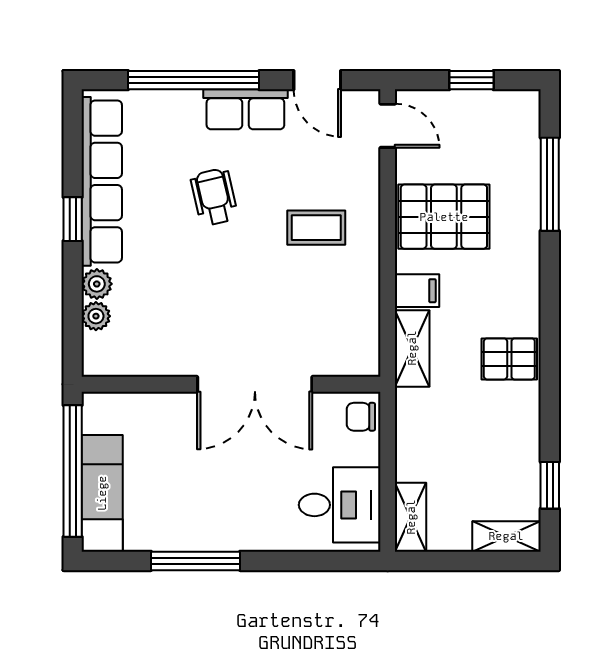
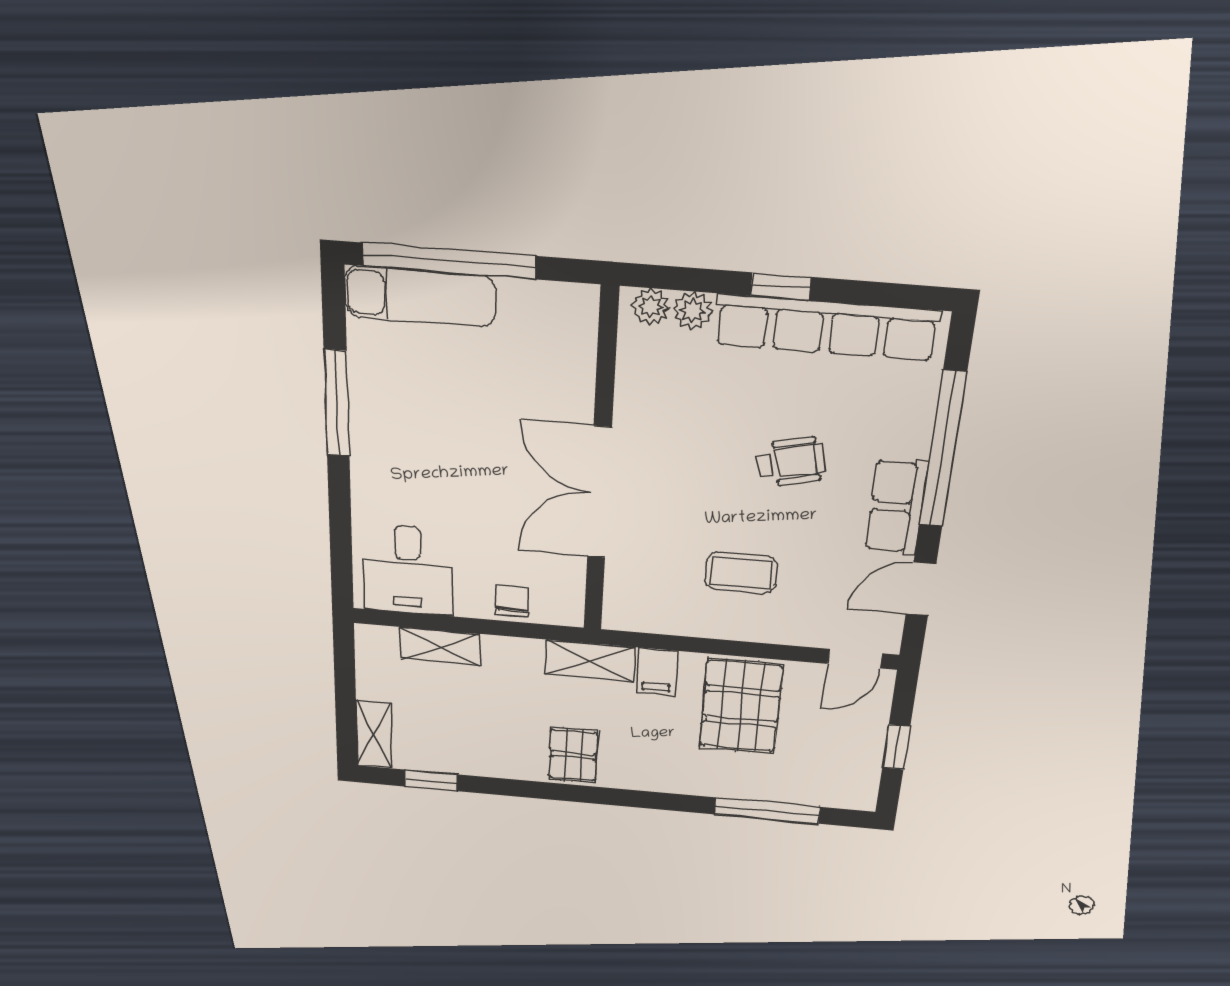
coffee table: (316, 228) -> (741, 573), turned 90
wall: (231, 384) -> (601, 466), moved
double door: (255, 384) -> (599, 493), moved
shelving: (411, 517) -> (440, 646), moved

